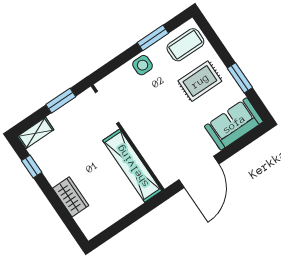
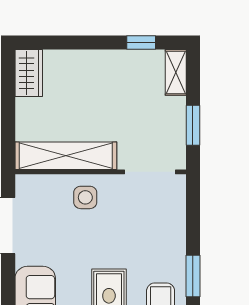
side table: (143, 65) -> (85, 197), moved
wardrobe: (71, 197) -> (29, 73), moved, turned -90

